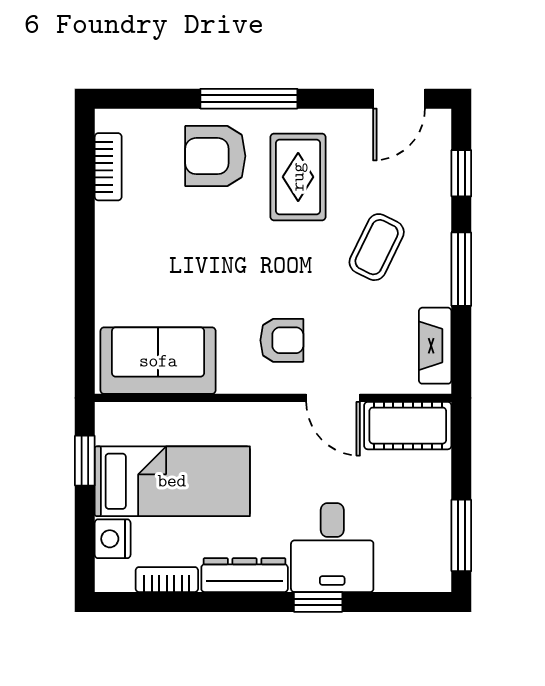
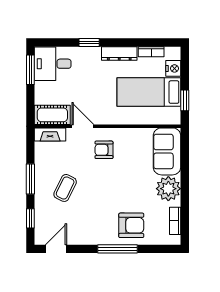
rug: (298, 177) -> (97, 217), removed
plant: (125, 246) -> (168, 189), added
fireplace: (435, 346) -> (50, 134), moved, turned 90
sofa: (158, 361) -> (167, 151), moved, turned 90
desk: (332, 548) -> (53, 64), moved, turned -90

